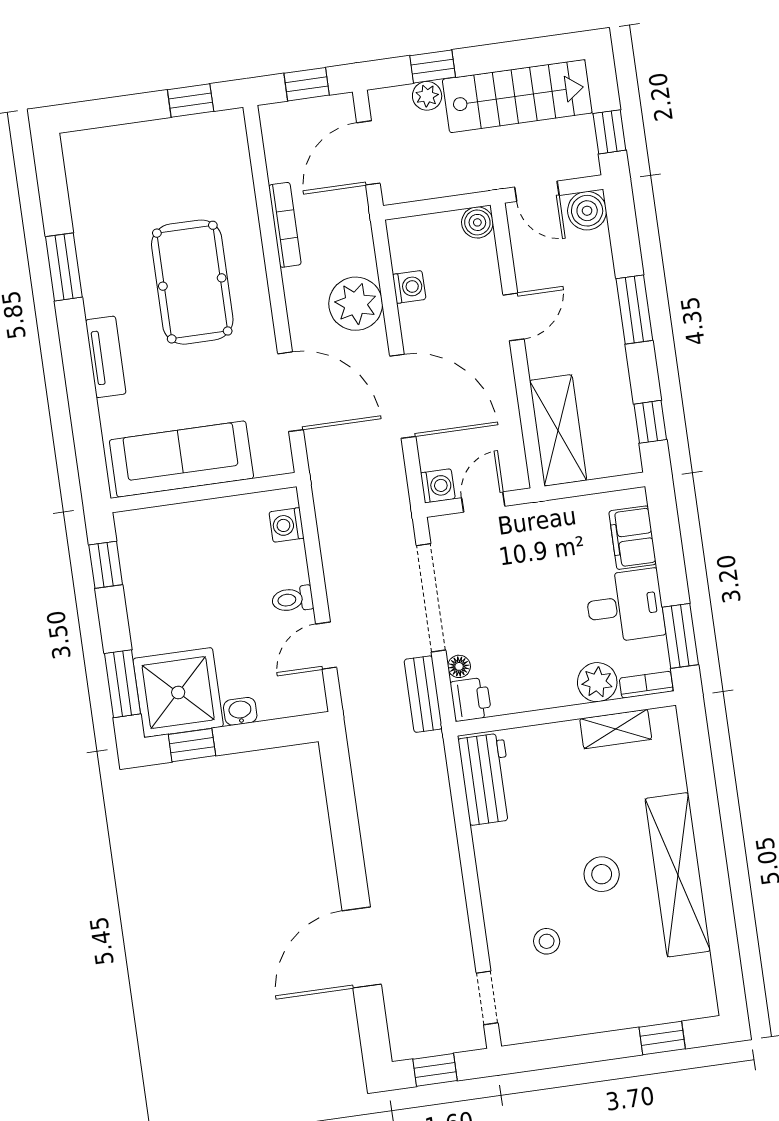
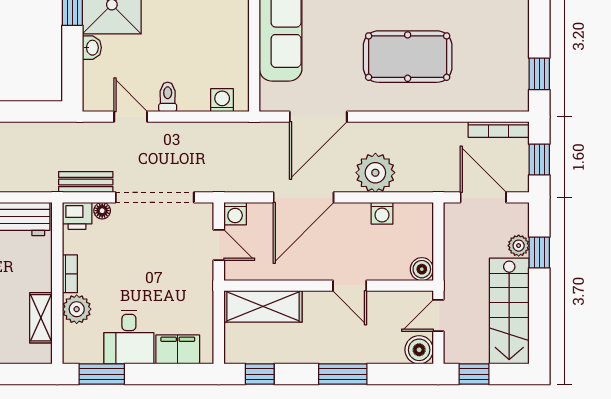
bookcase: (285, 225) -> (499, 129), moved
bookcase: (646, 685) -> (70, 274), moved

